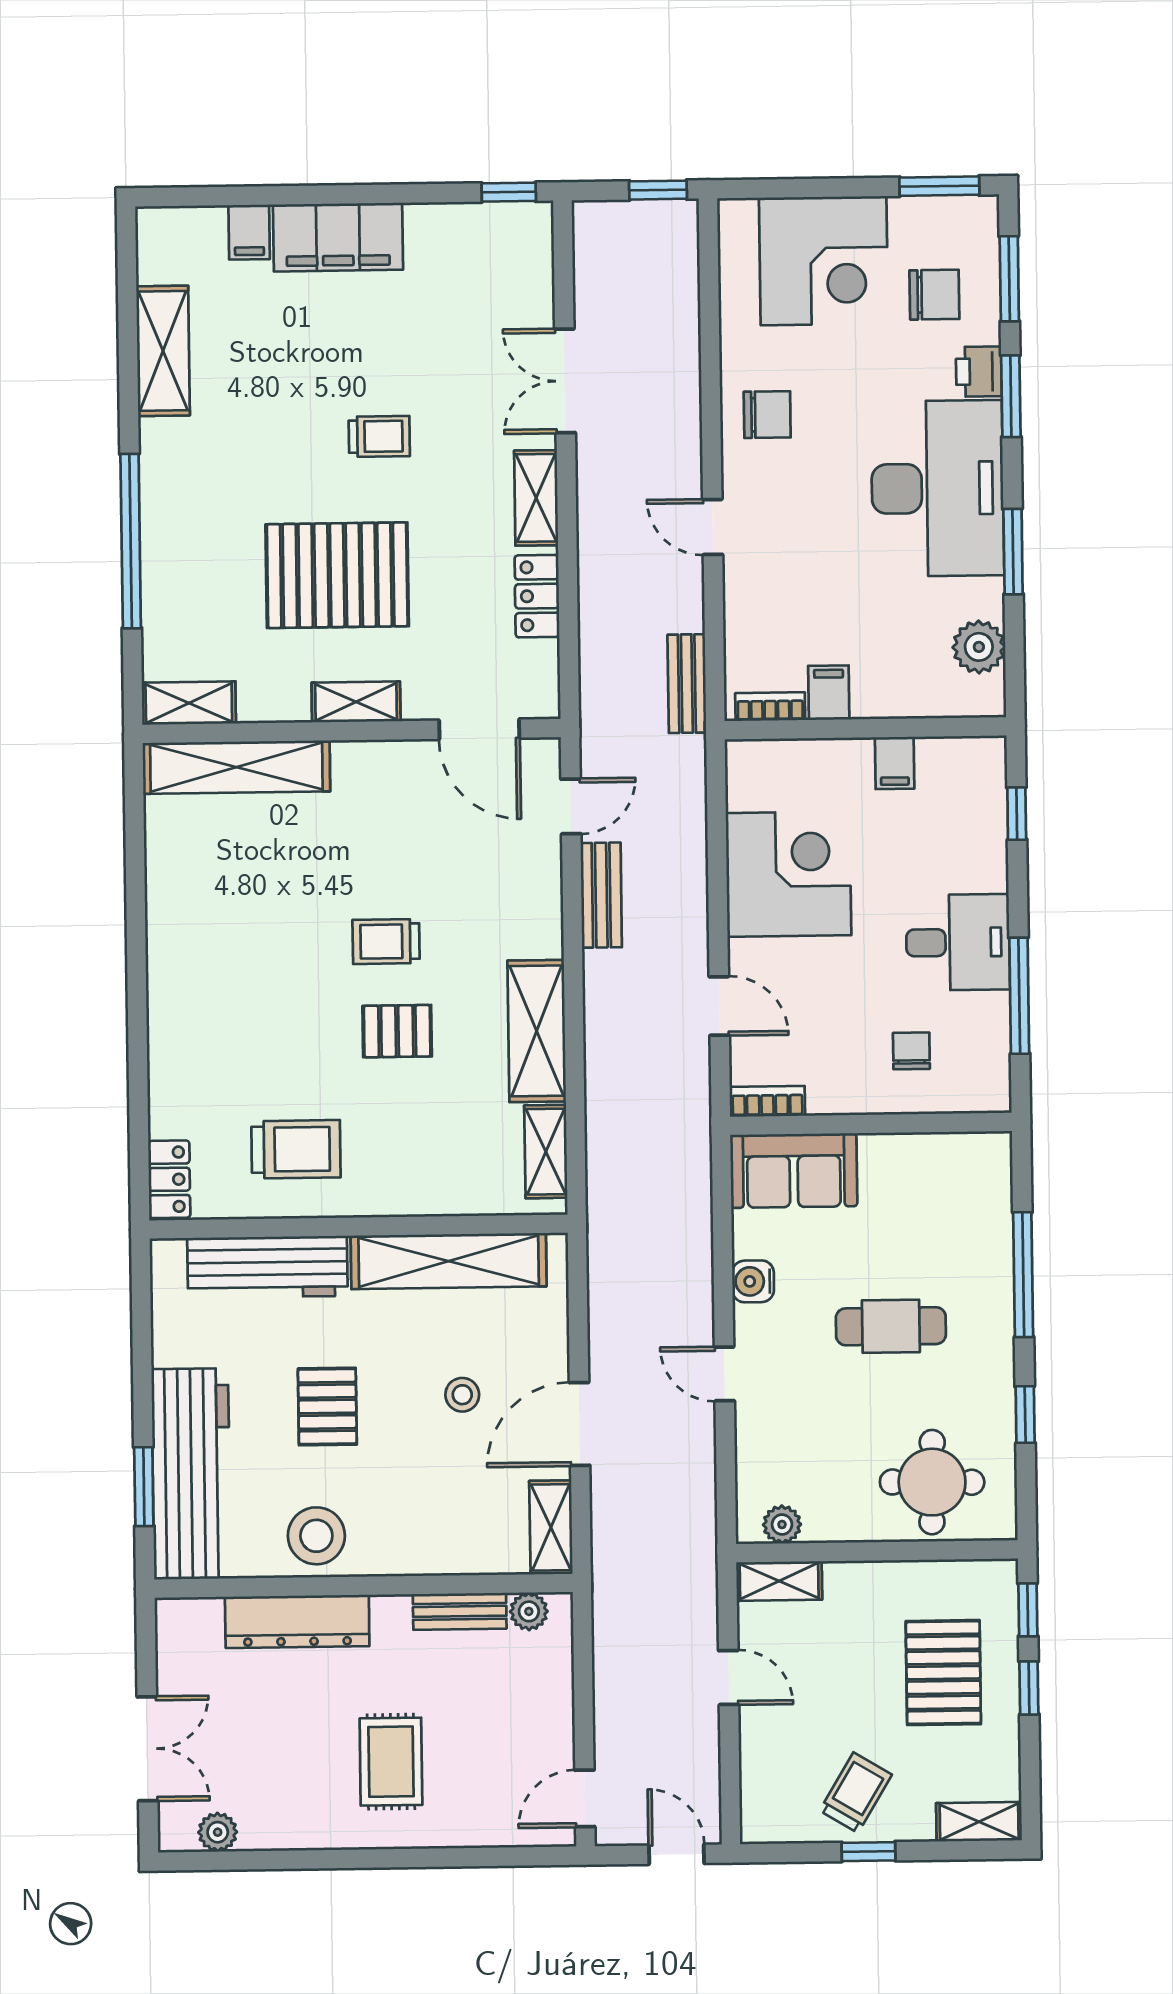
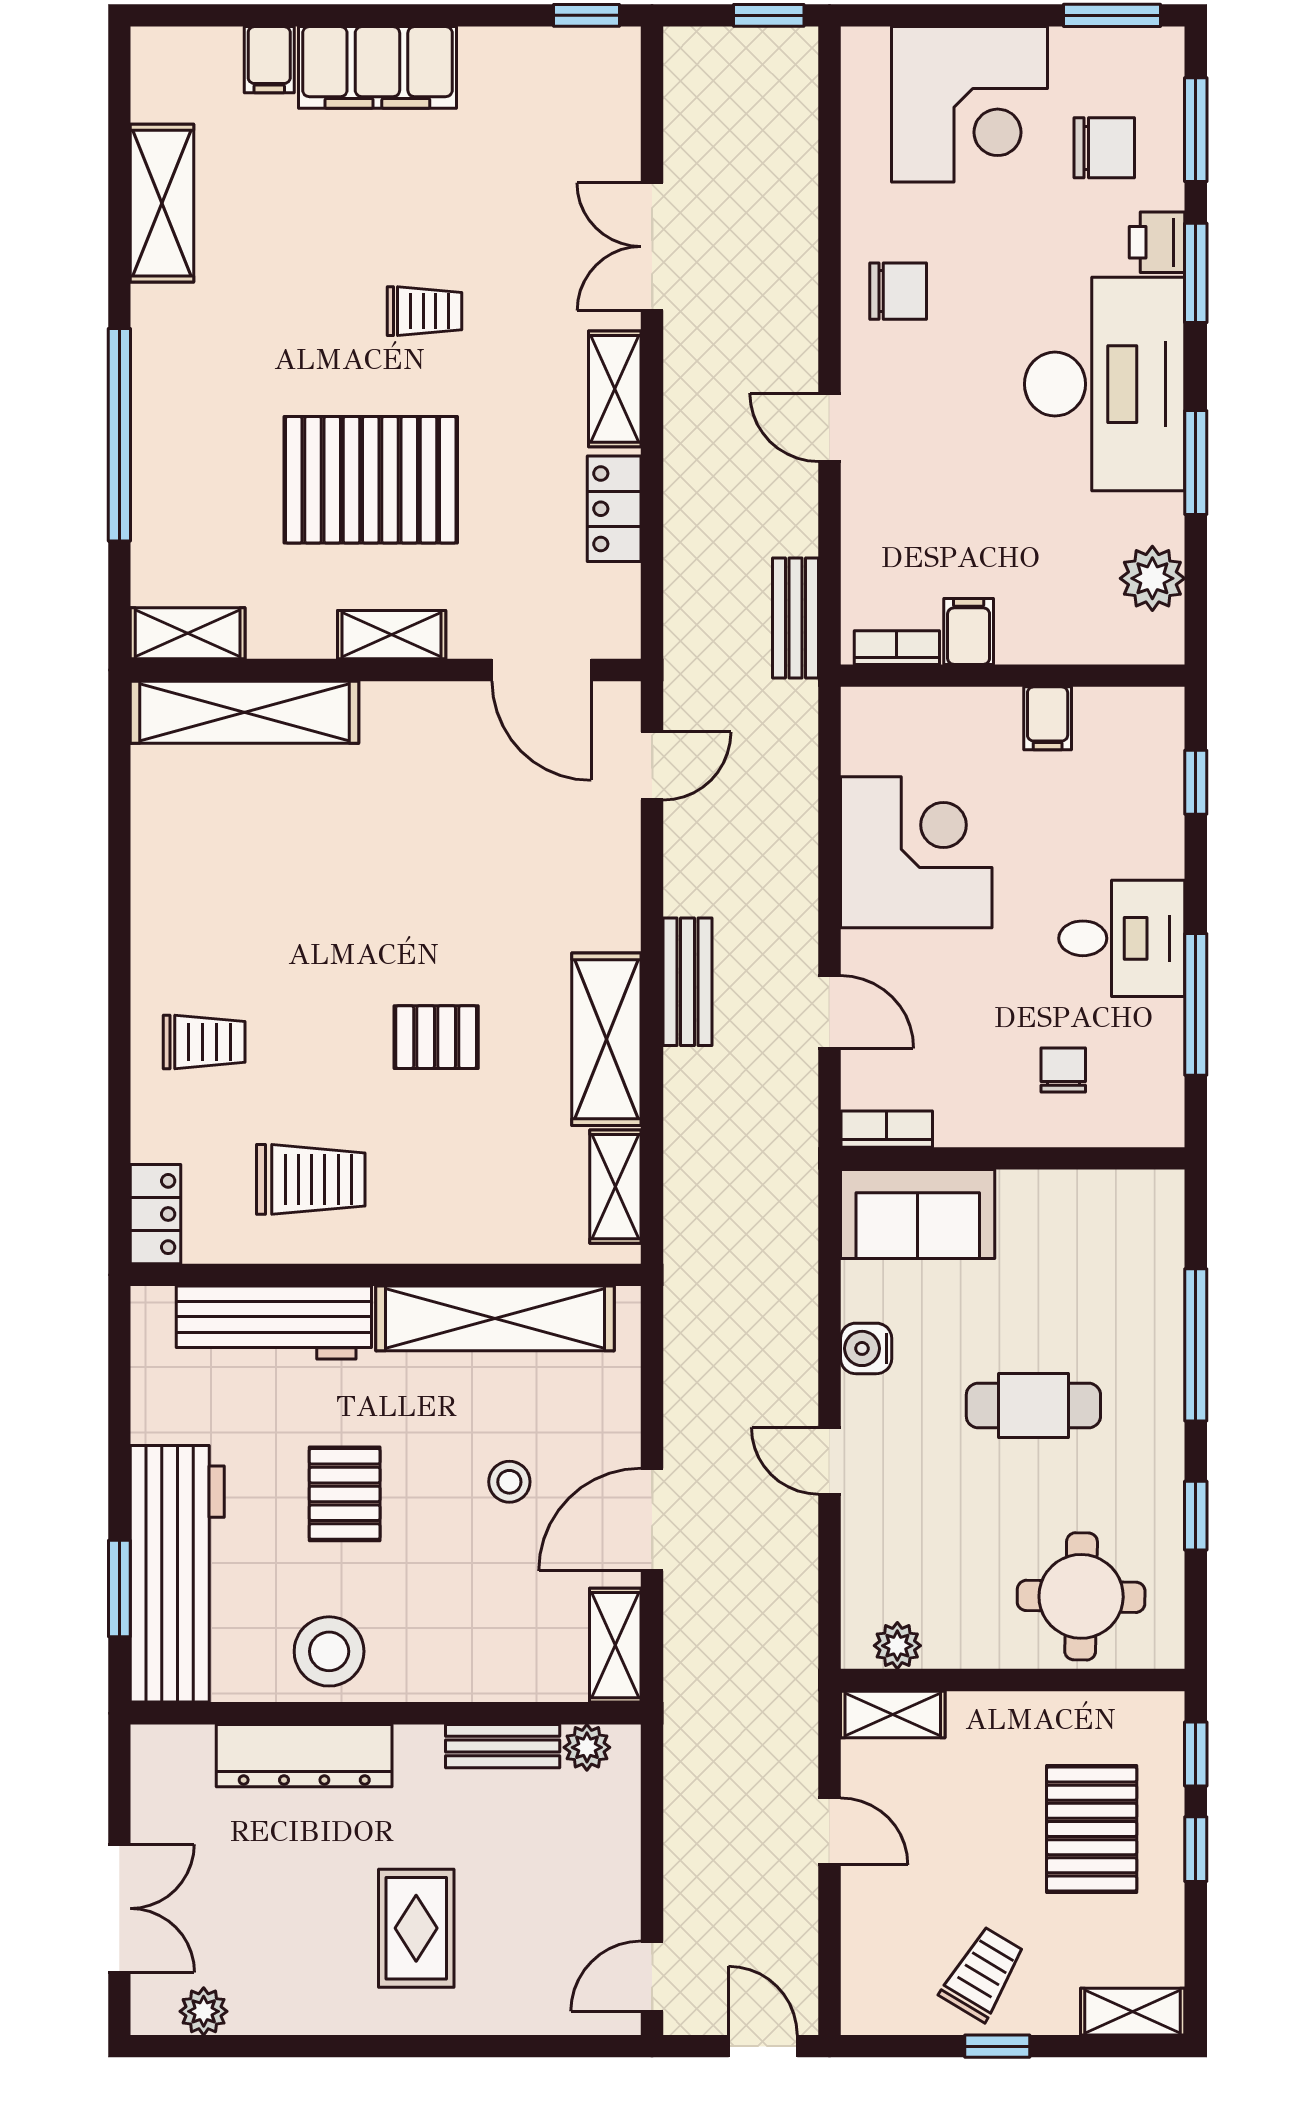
bench: (601, 895) -> (687, 982), moved
trolley: (386, 941) -> (204, 1042), moved, turned 180

